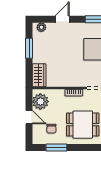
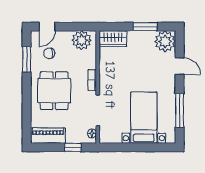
plant: (41, 27) -> (165, 41), width x1.88, depth x1.88
door: (29, 117) -> (47, 27), moved

